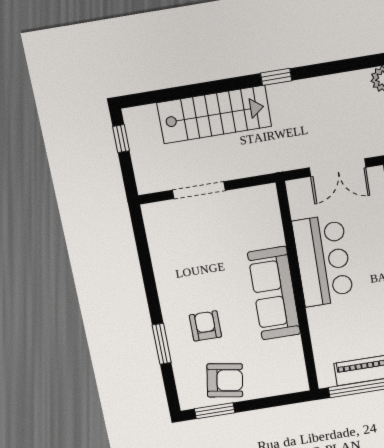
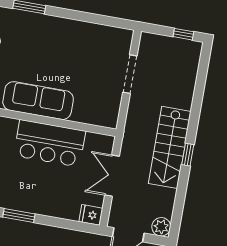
stairs: (214, 115) -> (170, 147), moved
armchair: (205, 326) -> (31, 43), removed

